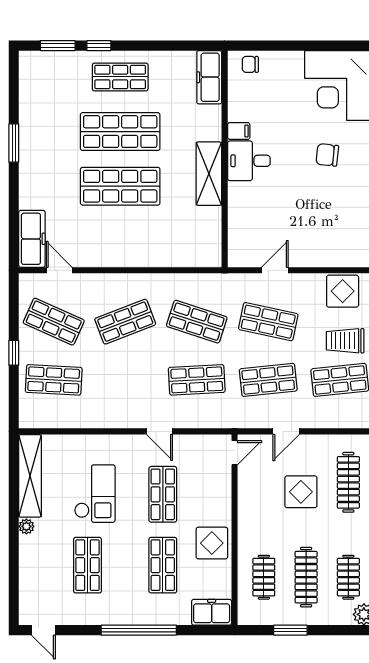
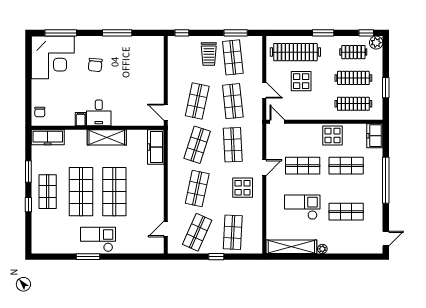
window: (58, 46) -> (28, 172), moved
checkout: (42, 160) -> (98, 239), added
freezer: (32, 239) -> (156, 147), moved, turned -90
door: (275, 270) -> (166, 112), moved
display table: (343, 291) -> (243, 188), moved
shop shelf: (125, 322) -> (197, 189), turned 33
clothes rail: (348, 482) -> (295, 52), width x1.37, depth x1.31
clothes rail: (264, 577) -> (353, 104), width x1.36

